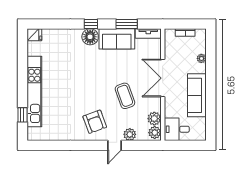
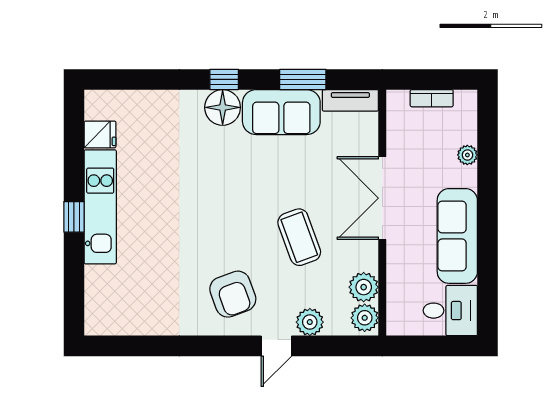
fridge: (34, 35) -> (100, 134), moved
kitchen unit: (34, 91) -> (100, 207), width x0.73
window: (22, 115) -> (74, 217), moved
desk: (177, 129) -> (450, 311), moved, turned 180

